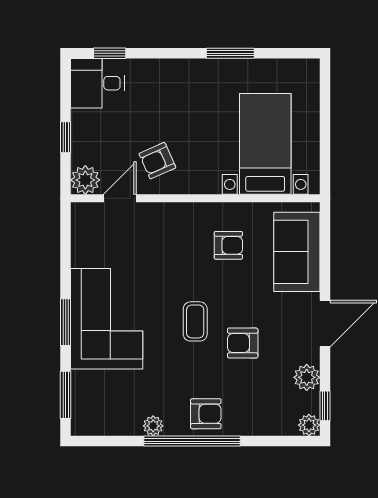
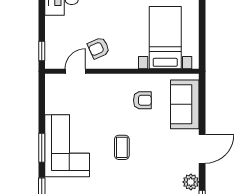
window: (66, 137) -> (42, 51), moved
plant: (85, 180) -> (54, 60), removed
armchair: (243, 343) -> (151, 161), removed

